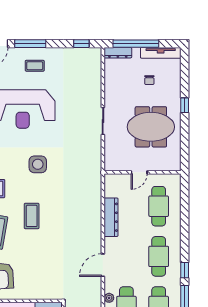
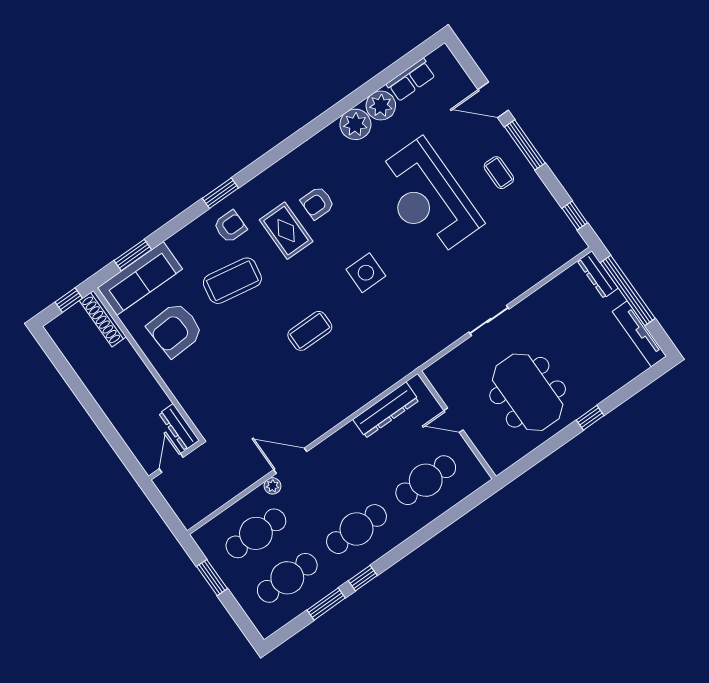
chair: (149, 80) -> (591, 345), removed
coffee table: (32, 216) -> (310, 331), moved
dresser: (111, 217) -> (386, 410), moved
plant: (109, 298) -> (273, 486), moved

